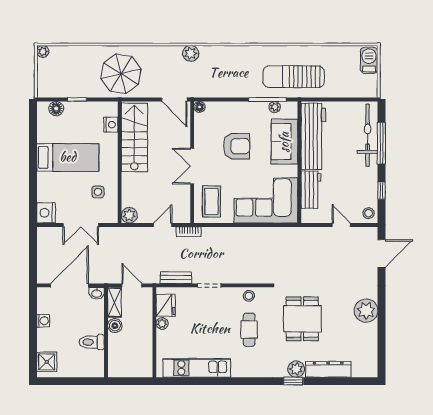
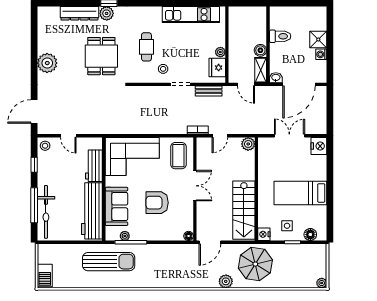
plant: (191, 53) -> (226, 281), moved
door: (174, 100) -> (210, 242), swing flipped
nightstand: (111, 125) -> (264, 234), moved
side table: (98, 192) -> (287, 226), moved
stool: (249, 296) -> (163, 69), moved
shower: (47, 362) -> (318, 39), moved

